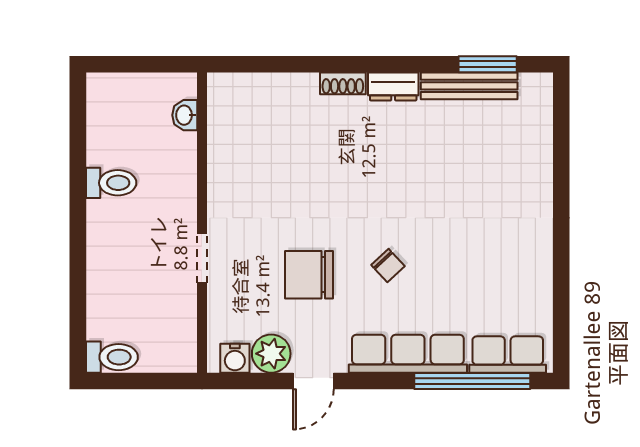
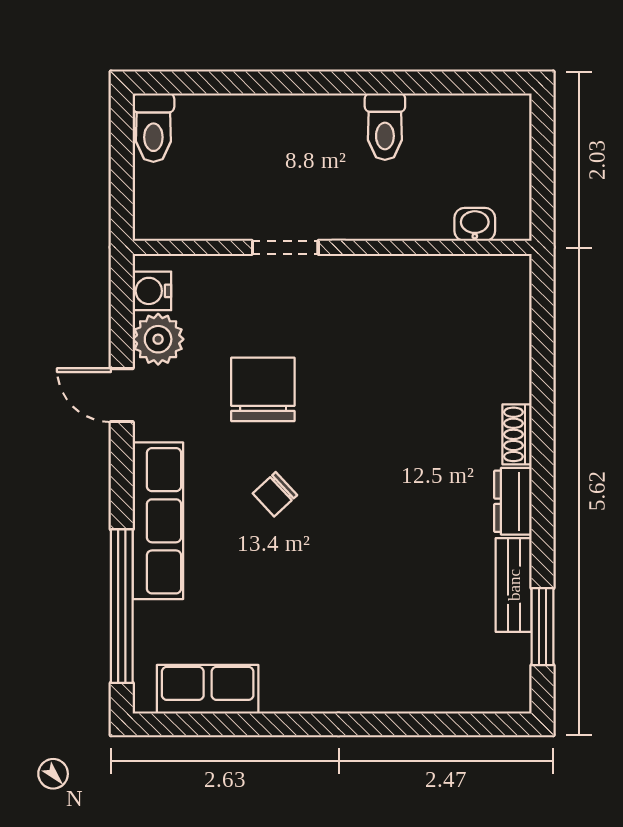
bench: (469, 86) -> (514, 585), width x0.73
row of seats: (508, 354) -> (208, 689), moved, turned -90

